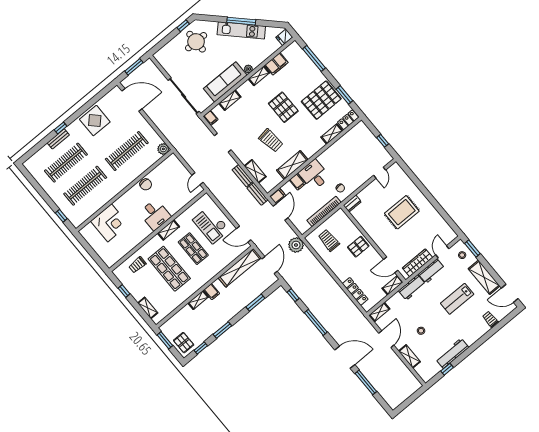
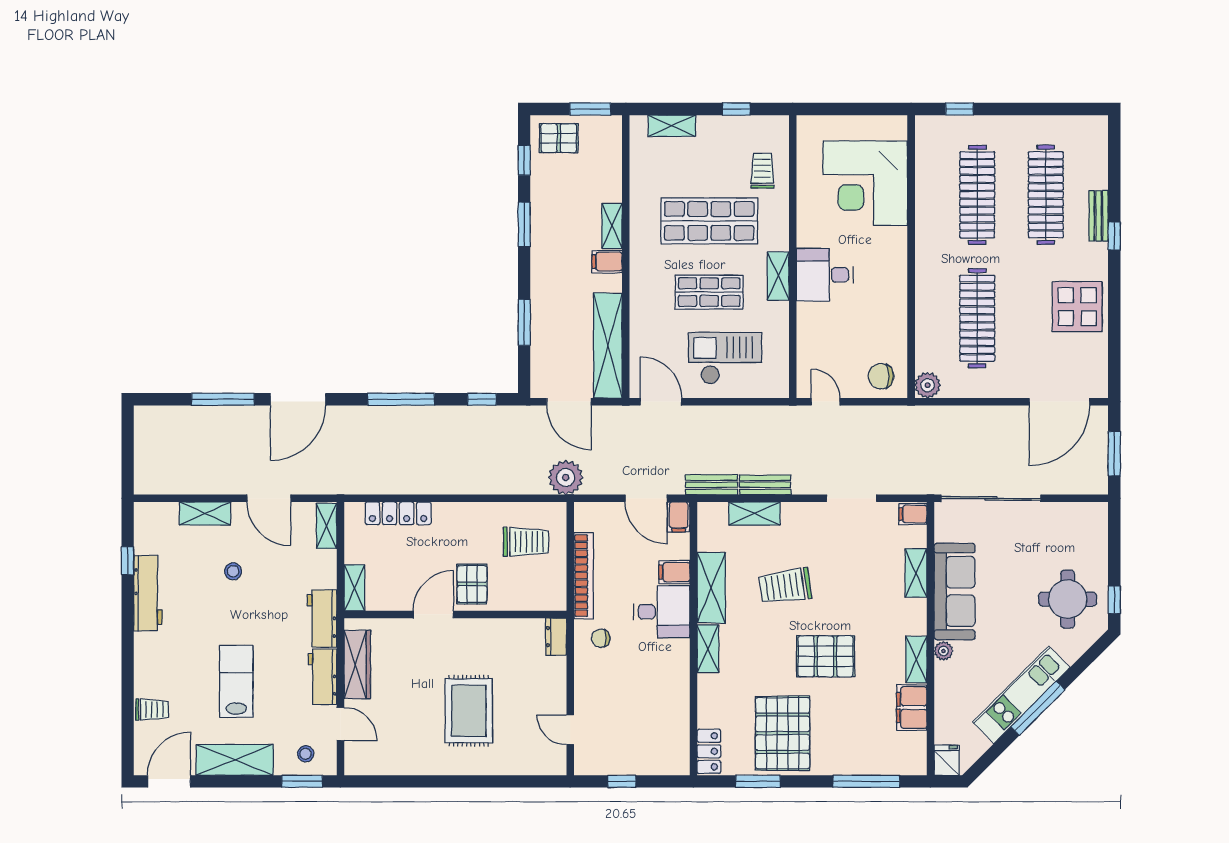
shelving: (332, 134) -> (708, 649), moved
chair: (146, 184) -> (881, 376), moved
corner desk: (110, 223) -> (865, 183), width x1.36, depth x1.36
door: (244, 234) -> (661, 402), hinge flipped
door: (391, 265) -> (433, 614), moved

